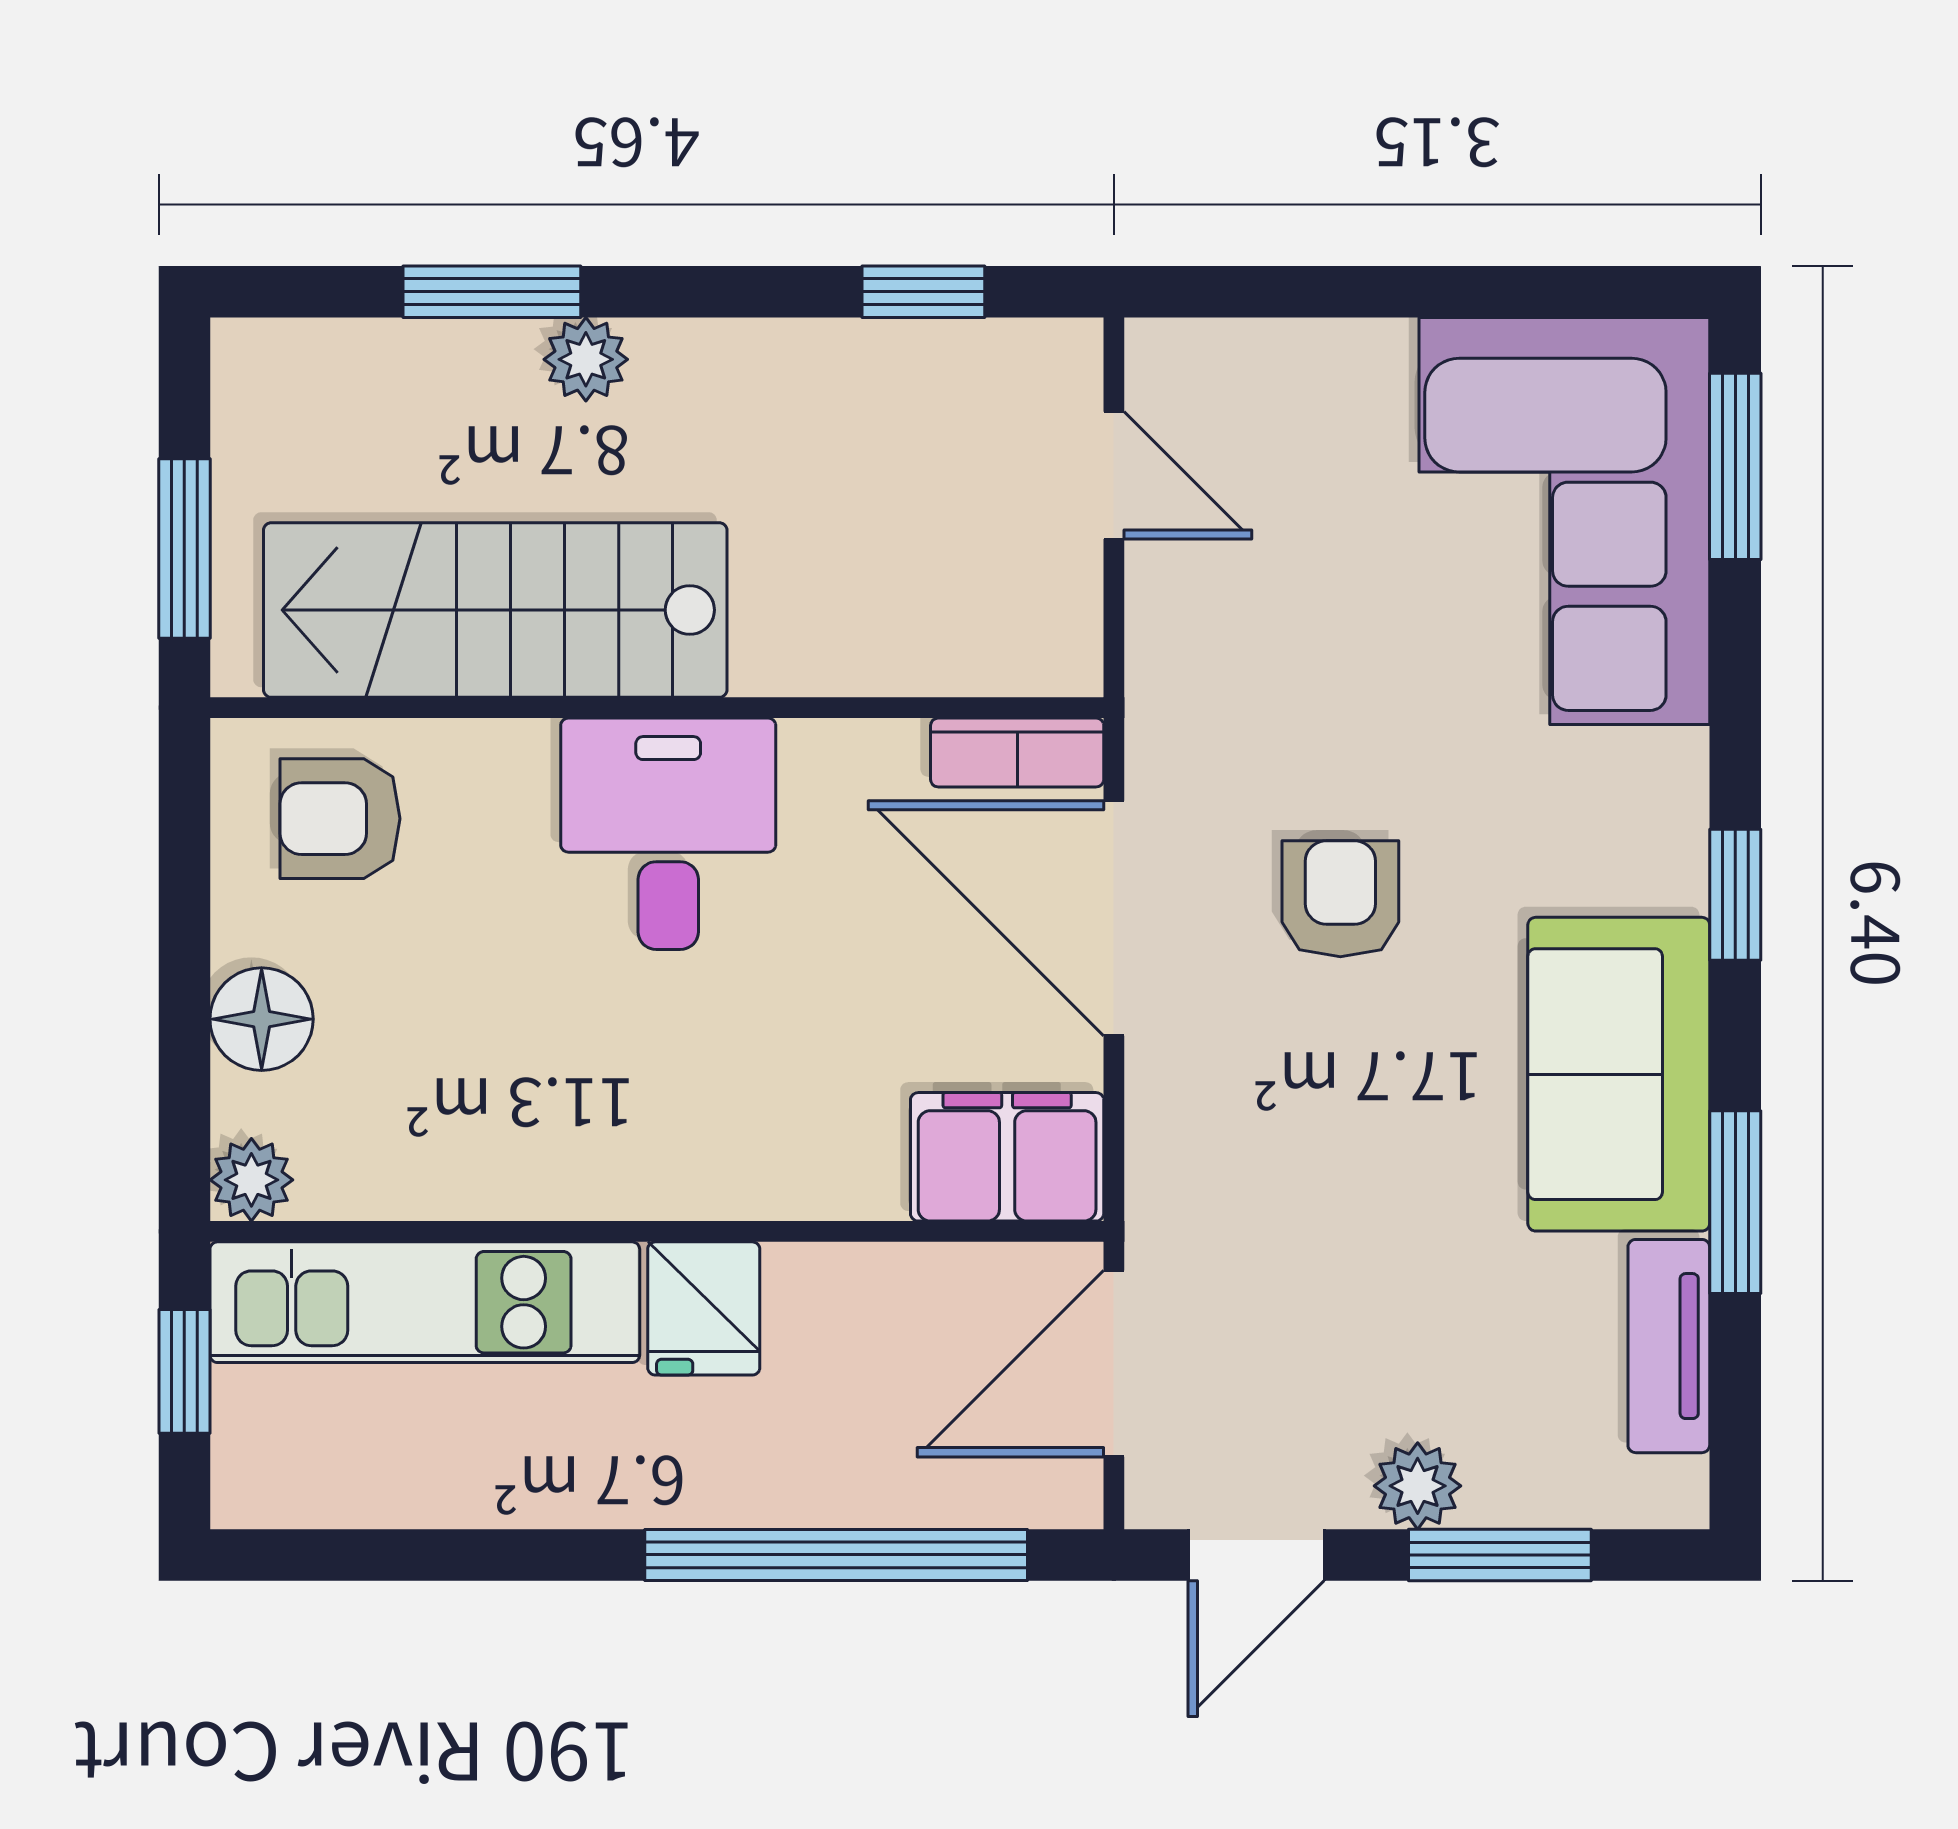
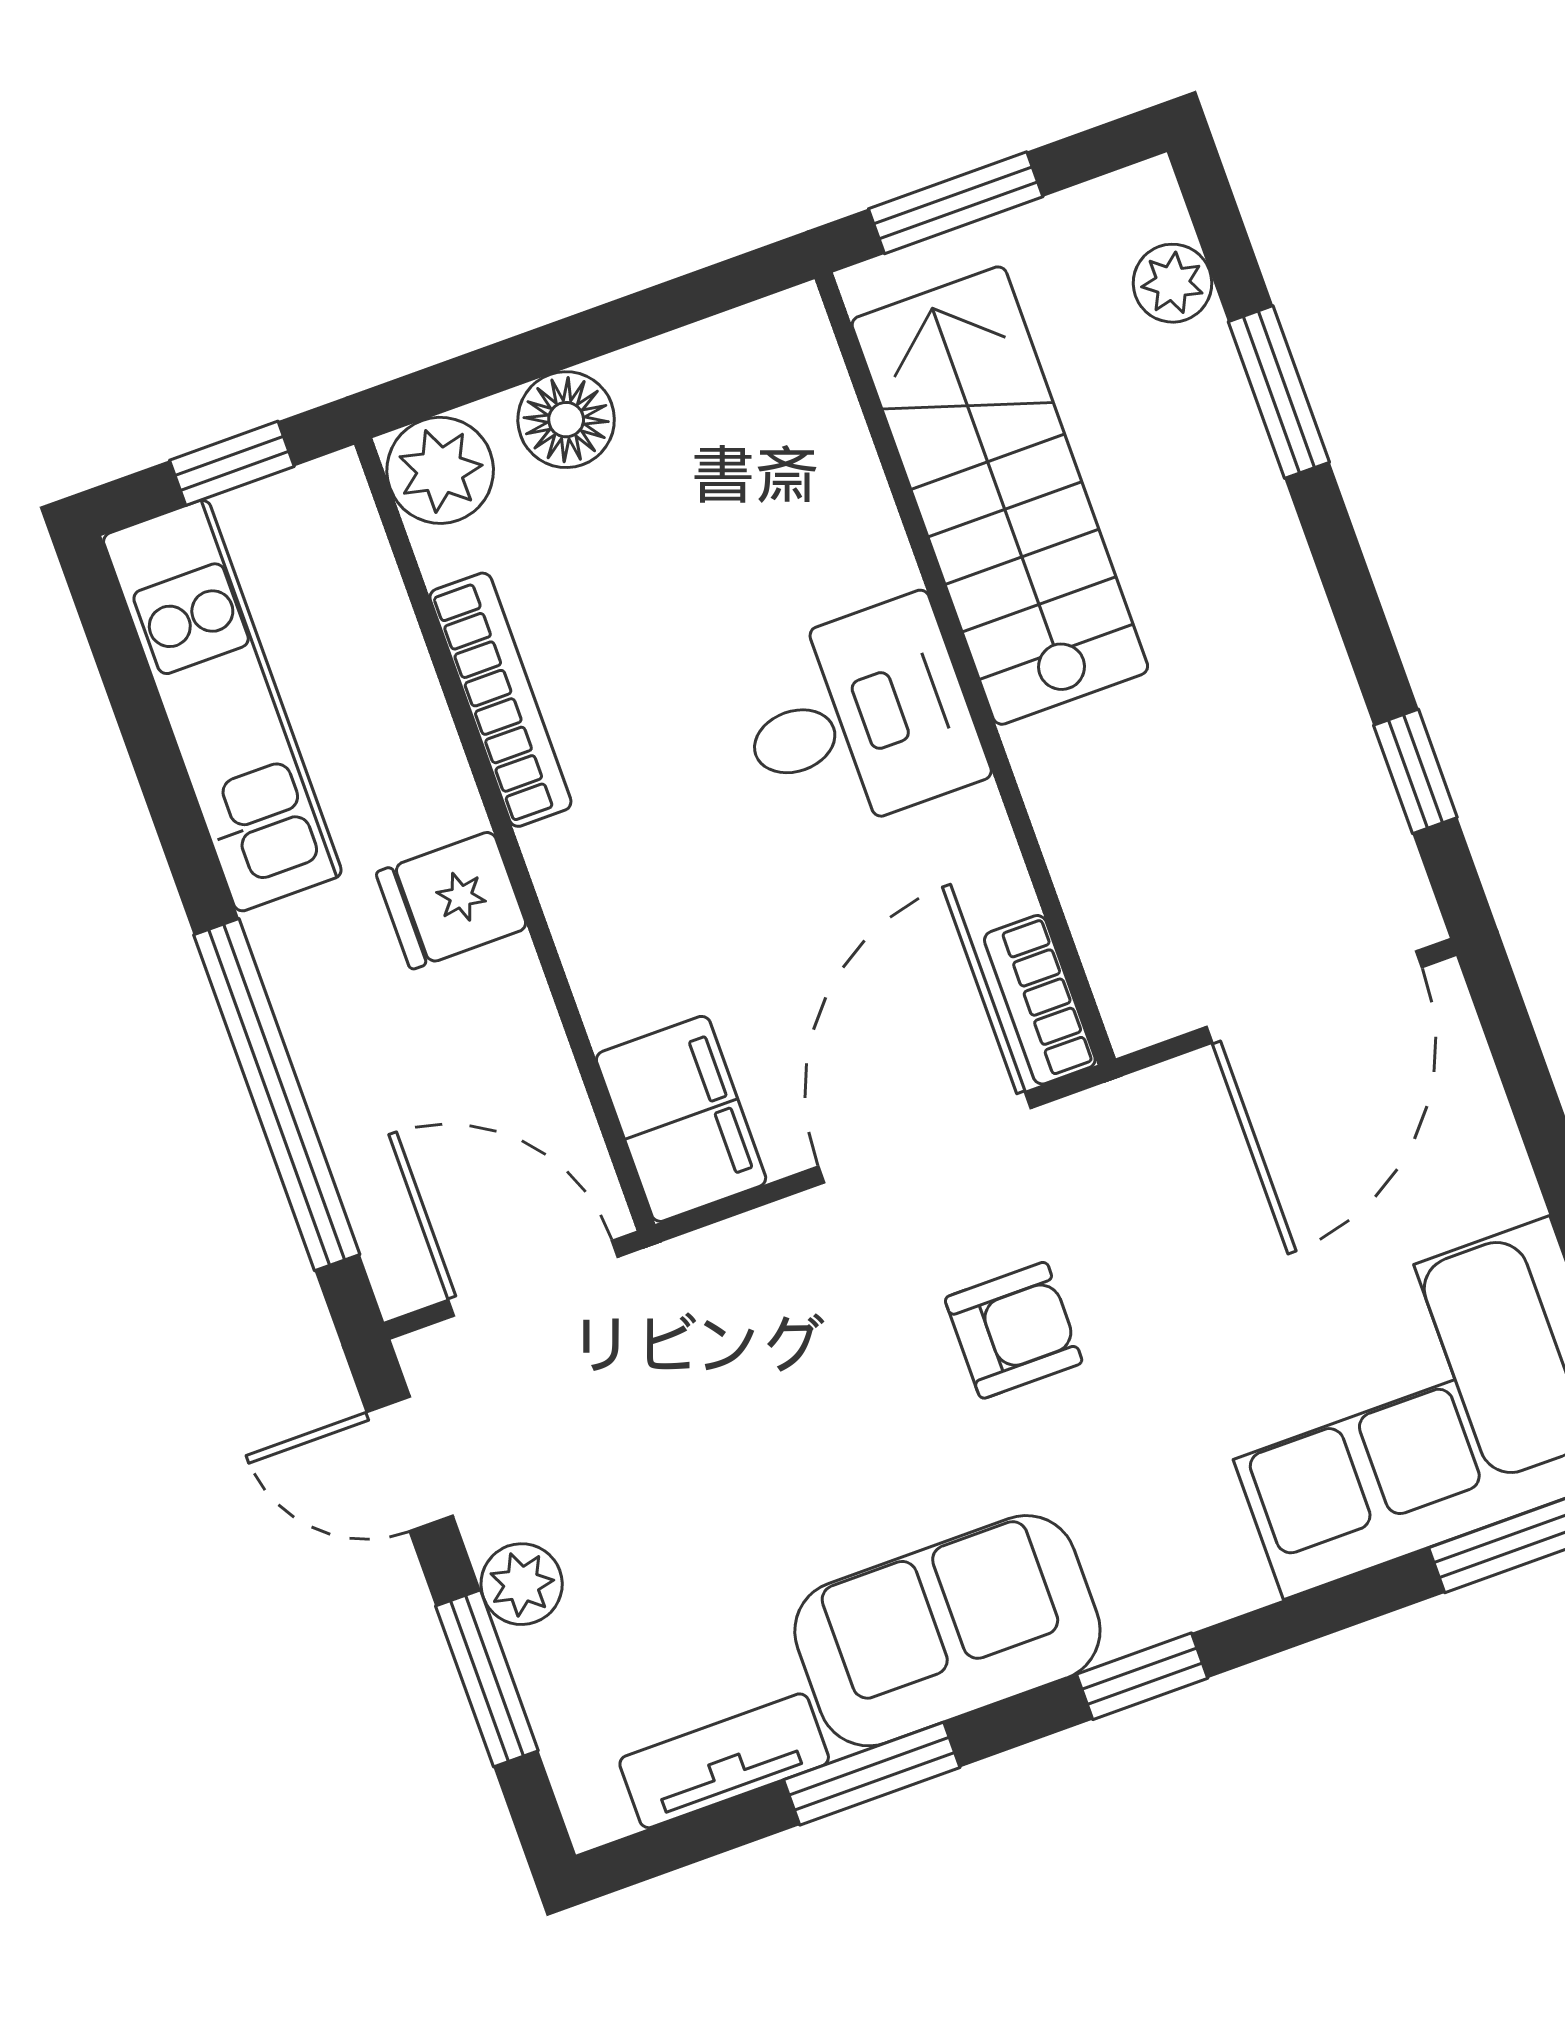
plant: (586, 359) -> (1173, 283), moved
door: (1114, 475) -> (1314, 997), width x1.88
armchair: (340, 819) -> (767, 425), removed
plant: (251, 1180) -> (440, 470), width x1.38, depth x1.38
bookcase: (520, 1187) -> (500, 700), added
kitchen unit: (425, 1302) -> (222, 706), moved, turned 180

